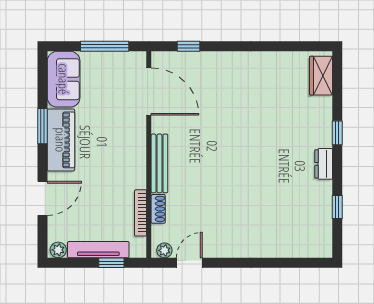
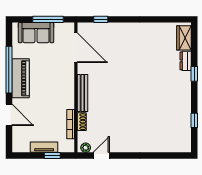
sofa: (64, 79) -> (36, 33), moved, turned 90
window: (43, 126) -> (9, 70), width x2.11
dresser: (324, 164) -> (186, 61), moved
door: (43, 198) -> (9, 115), hinge flipped
plant: (58, 250) -> (19, 147), removed
tv unit: (98, 250) -> (44, 147), width x0.71

